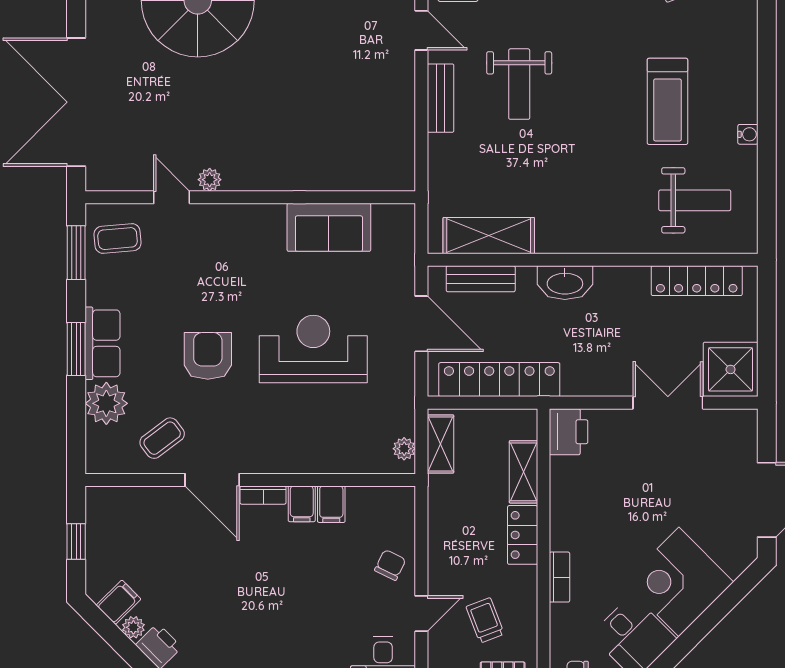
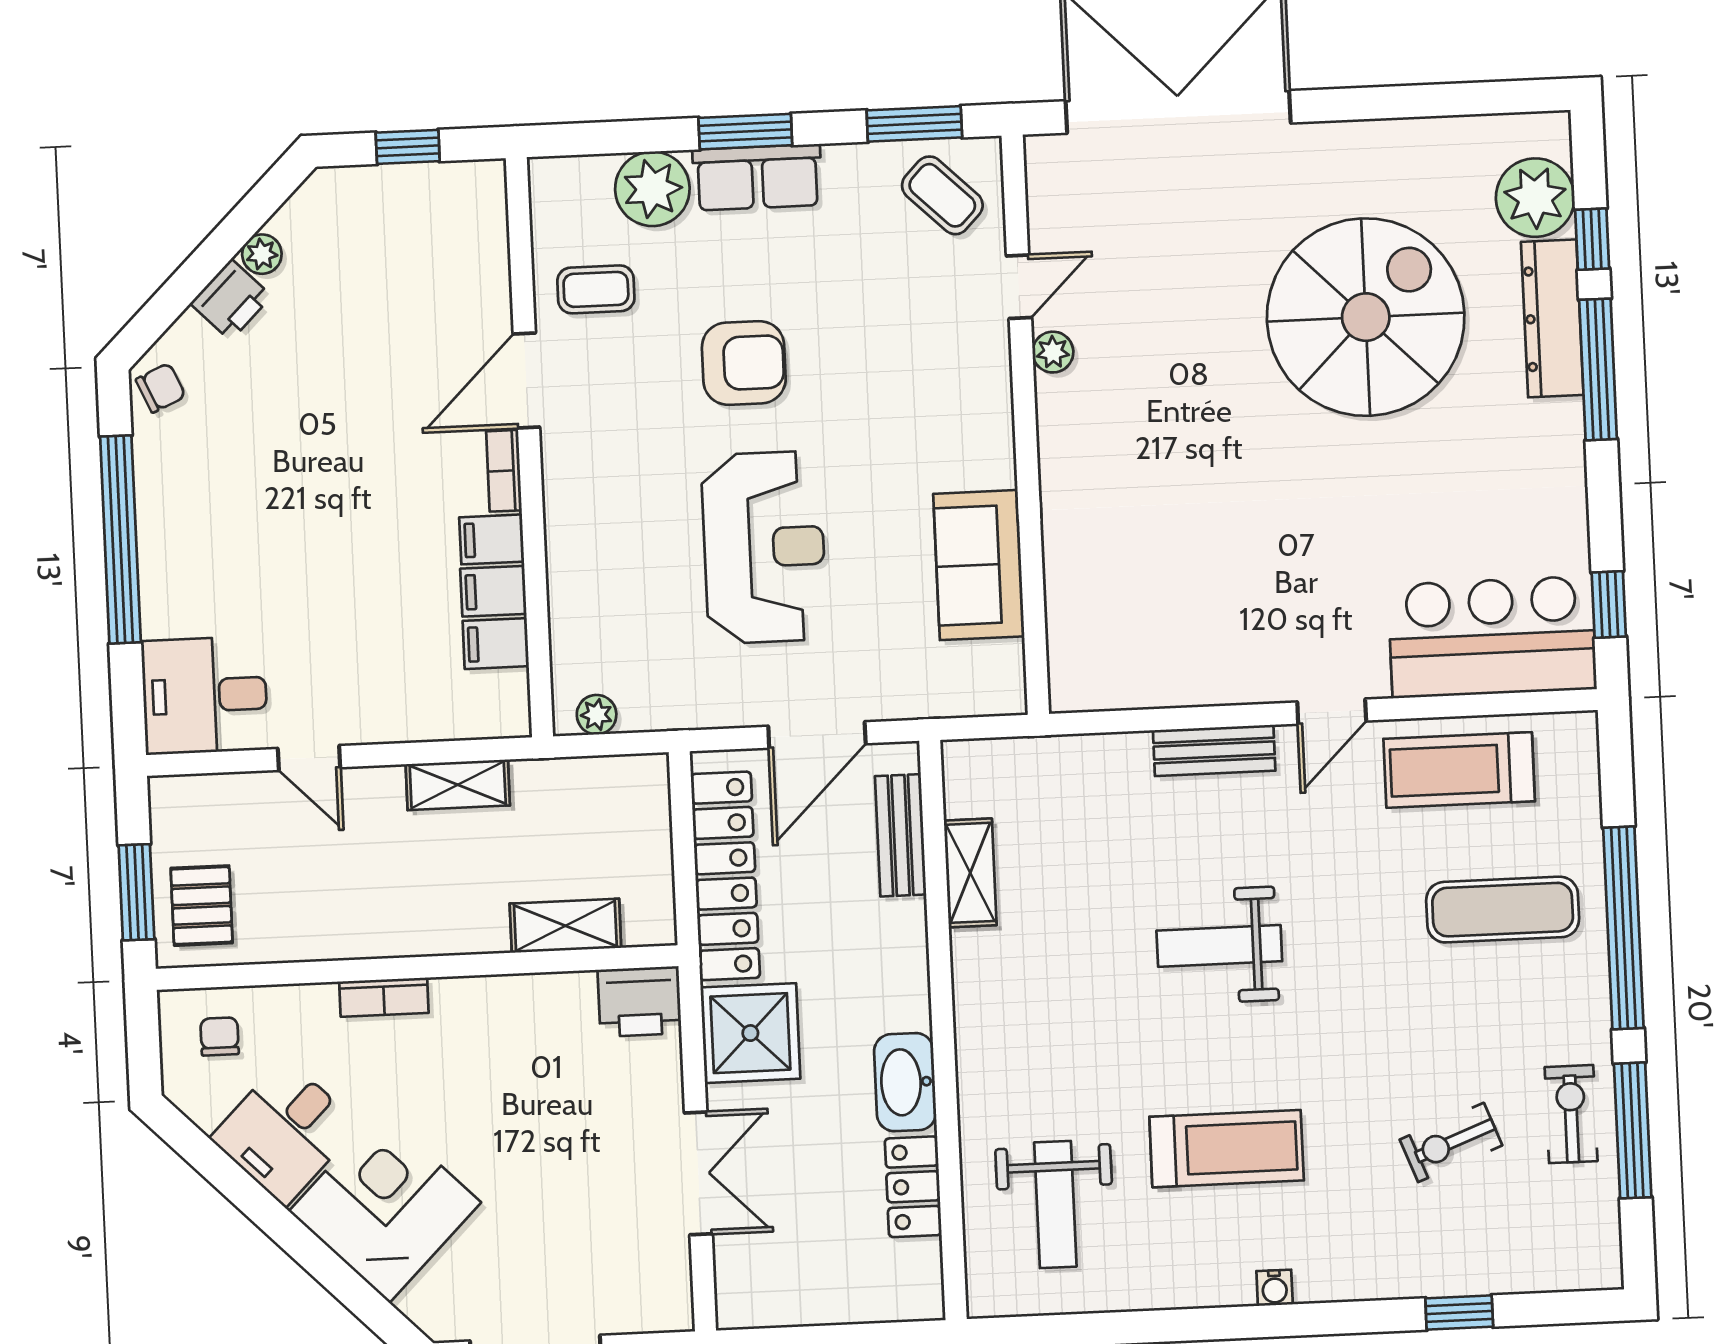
weight bench: (519, 84) -> (1219, 946), moved
treadmill: (667, 101) -> (1227, 1149), turned 180
water cooler: (748, 134) -> (1275, 1288), moved
shelving: (489, 236) -> (970, 873), width x0.67, depth x0.75
coffee table: (118, 239) -> (942, 195), turned -41
locker: (697, 281) -> (913, 1187), width x0.66
washbasin: (565, 283) -> (905, 1082), moved
shower: (731, 369) -> (750, 1033), moved
coffee table: (162, 438) -> (596, 289), turned -53
shelving: (441, 444) -> (458, 785), moved
locker: (523, 535) -> (455, 929), removed
chair: (390, 565) -> (392, 699), removed
filing cabinet: (119, 602) -> (496, 644), moved, turned 135
trolley: (485, 620) -> (302, 870), removed

